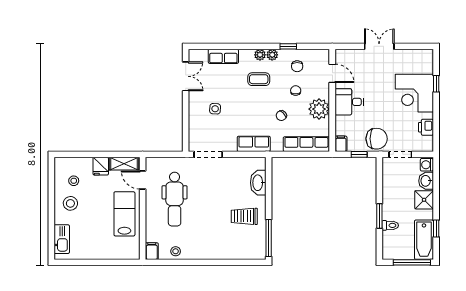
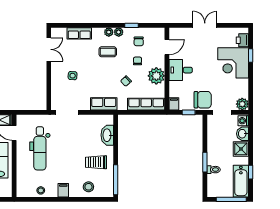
door: (332, 73) -> (167, 47), hinge flipped
printer: (426, 127) -> (242, 40), moved
plant: (426, 144) -> (242, 104), added
stool: (235, 247) -> (88, 187), added
filing cabinet: (152, 251) -> (63, 190), moved

